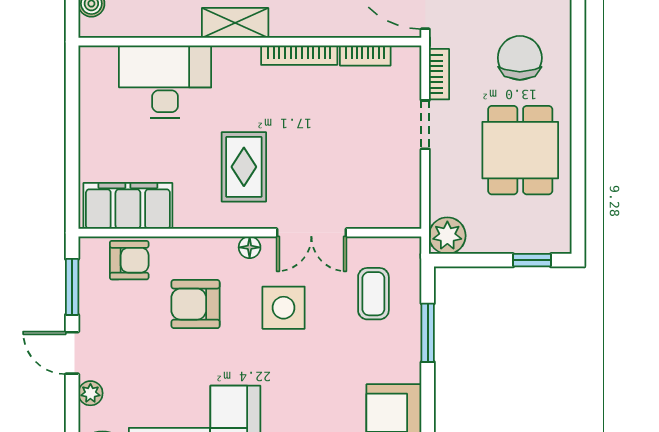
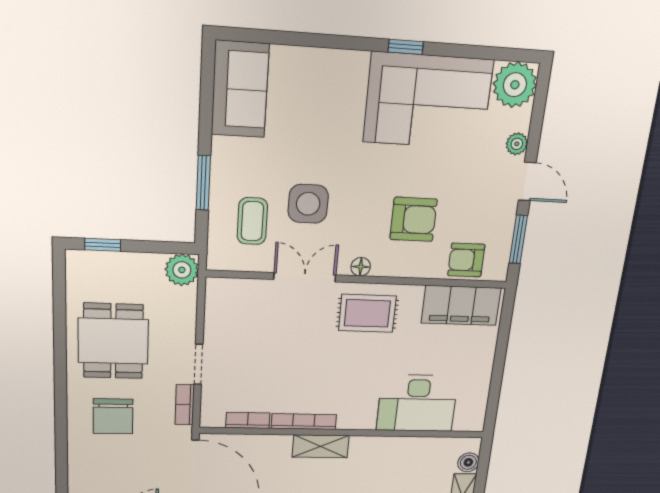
shelving: (235, 23) -> (321, 446), moved
rug: (244, 167) -> (367, 313), moved, turned 90
side table: (284, 308) -> (308, 204), moved

